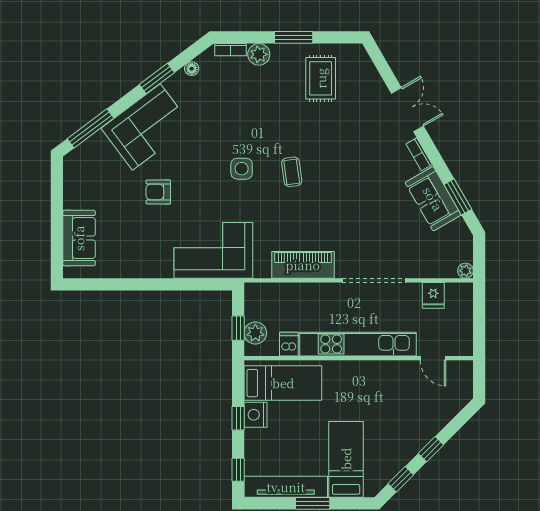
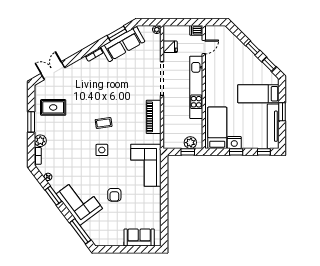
double door: (407, 110) -> (53, 71), moved
sofa: (433, 199) -> (123, 44), width x1.36
dishwasher: (289, 344) -> (196, 30), moved

